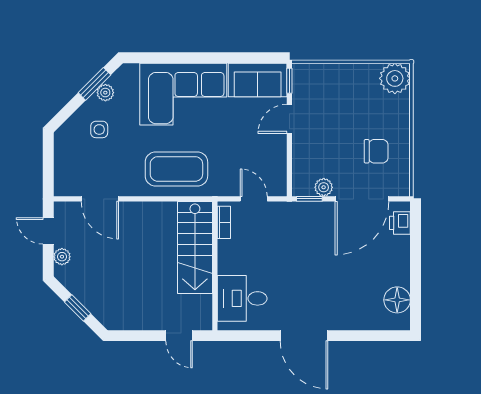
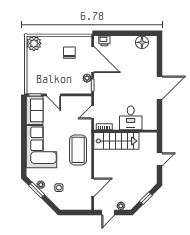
desk: (242, 298) -> (131, 118), moved
door: (179, 336) -> (159, 159), moved

